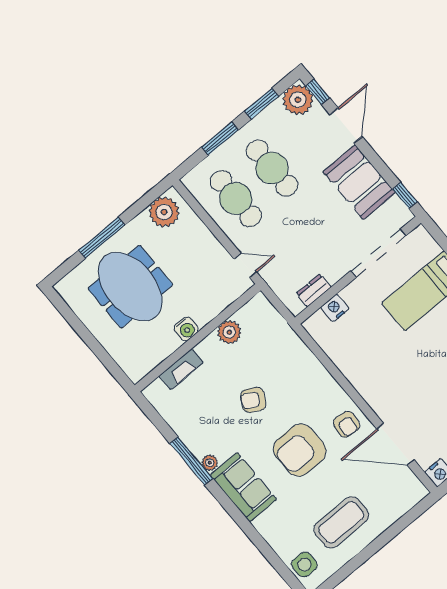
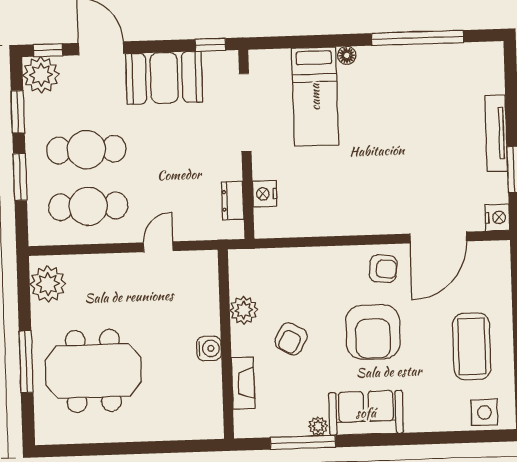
water cooler: (186, 329) -> (209, 348), moved
plant: (229, 332) -> (244, 310), moved
wall: (198, 338) -> (226, 344), moved
fireplace: (181, 369) -> (243, 383), moved

